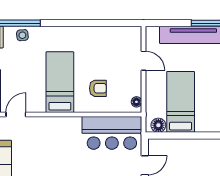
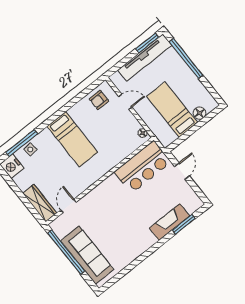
bed: (60, 82) -> (72, 139), moved, turned 180
armchair: (98, 88) -> (99, 100), moved, turned 180
floor lamp: (158, 125) -> (200, 113), moved

